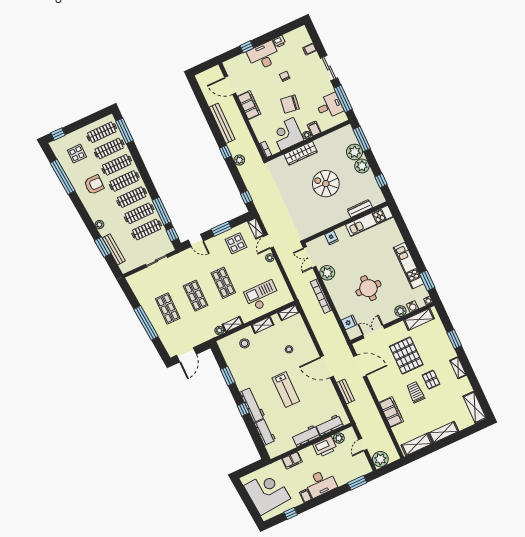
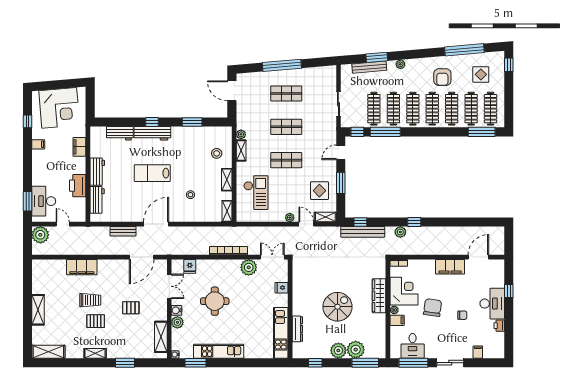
bench: (222, 123) -> (363, 232), moved
water cooler: (412, 306) -> (177, 310), moved
pallet: (406, 356) -> (131, 308), width x0.49, depth x0.50
plant: (339, 438) -> (80, 203), removed
shelving: (417, 444) -> (38, 278), removed
desk: (321, 483) -> (44, 201), moved

